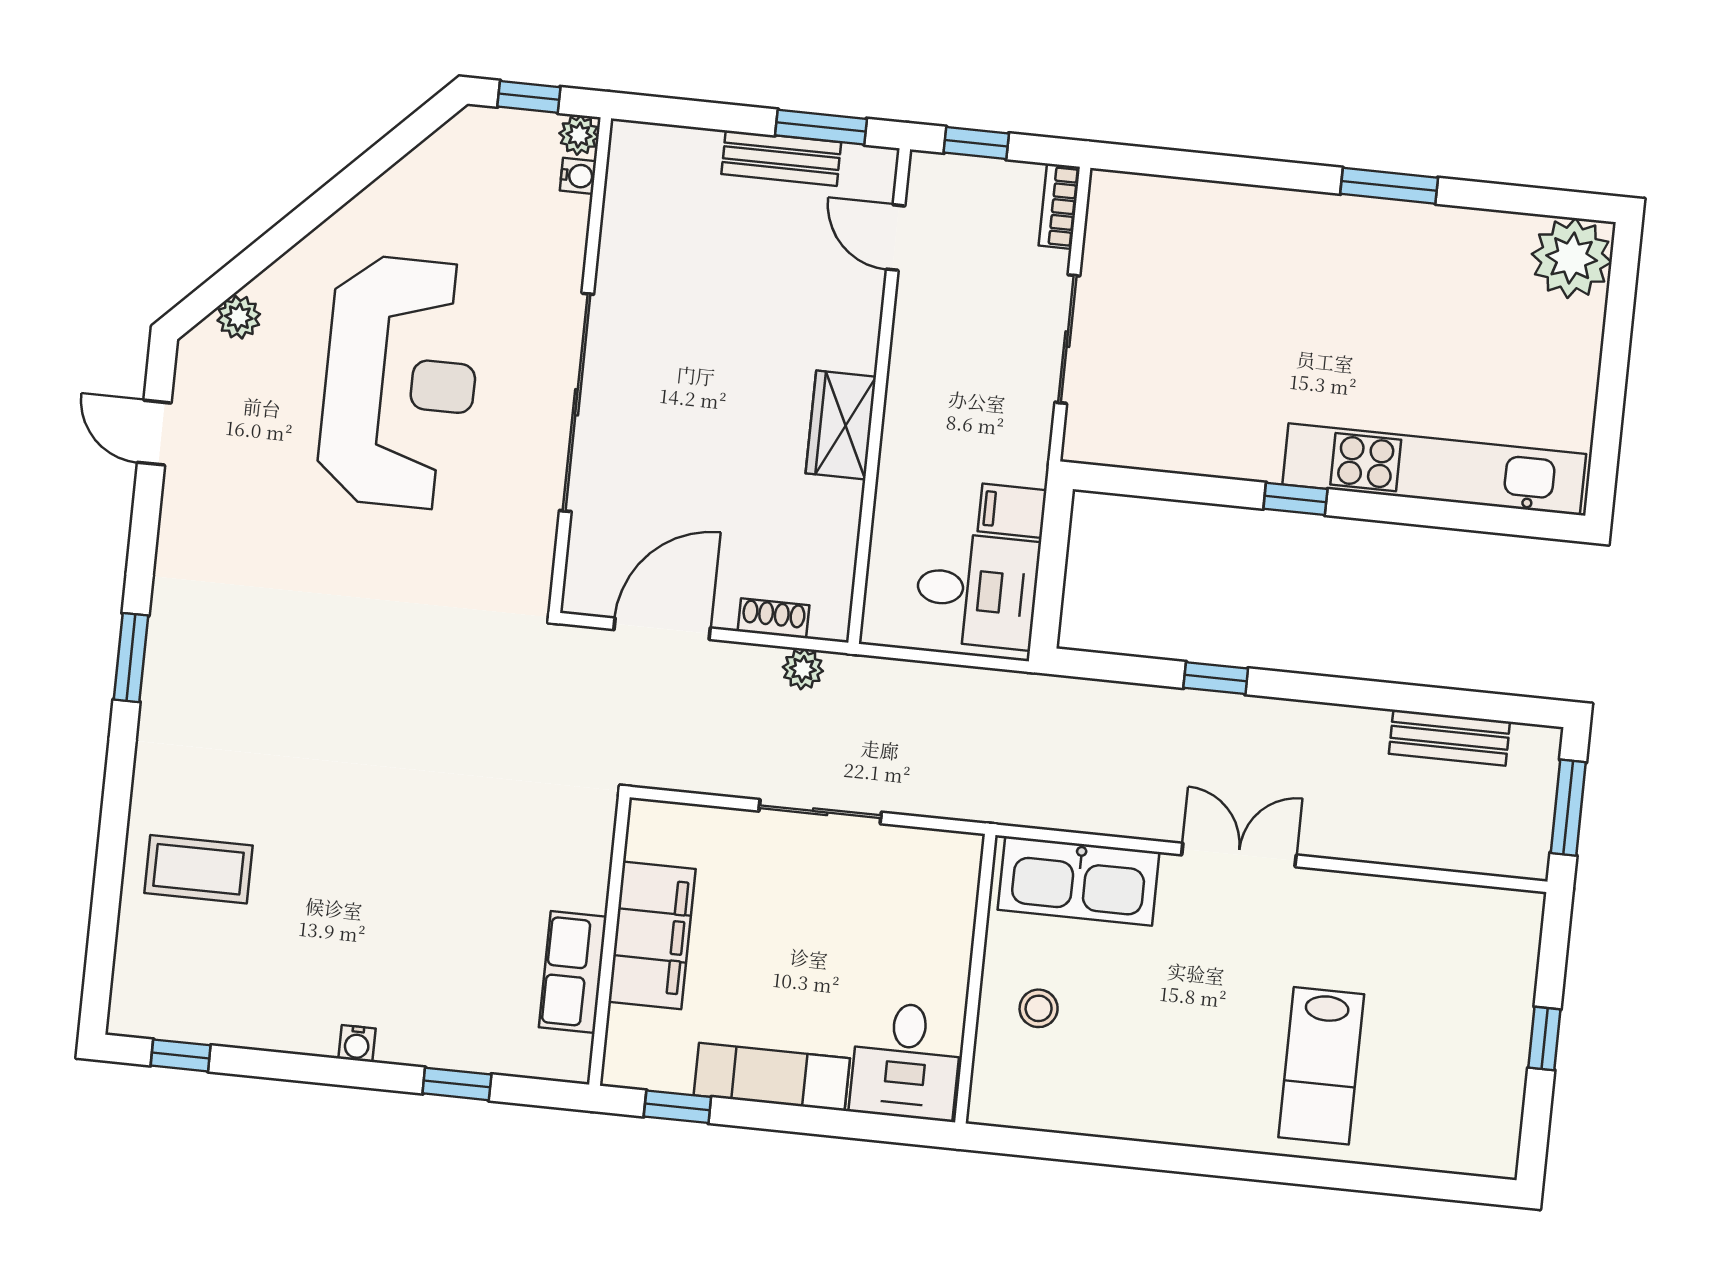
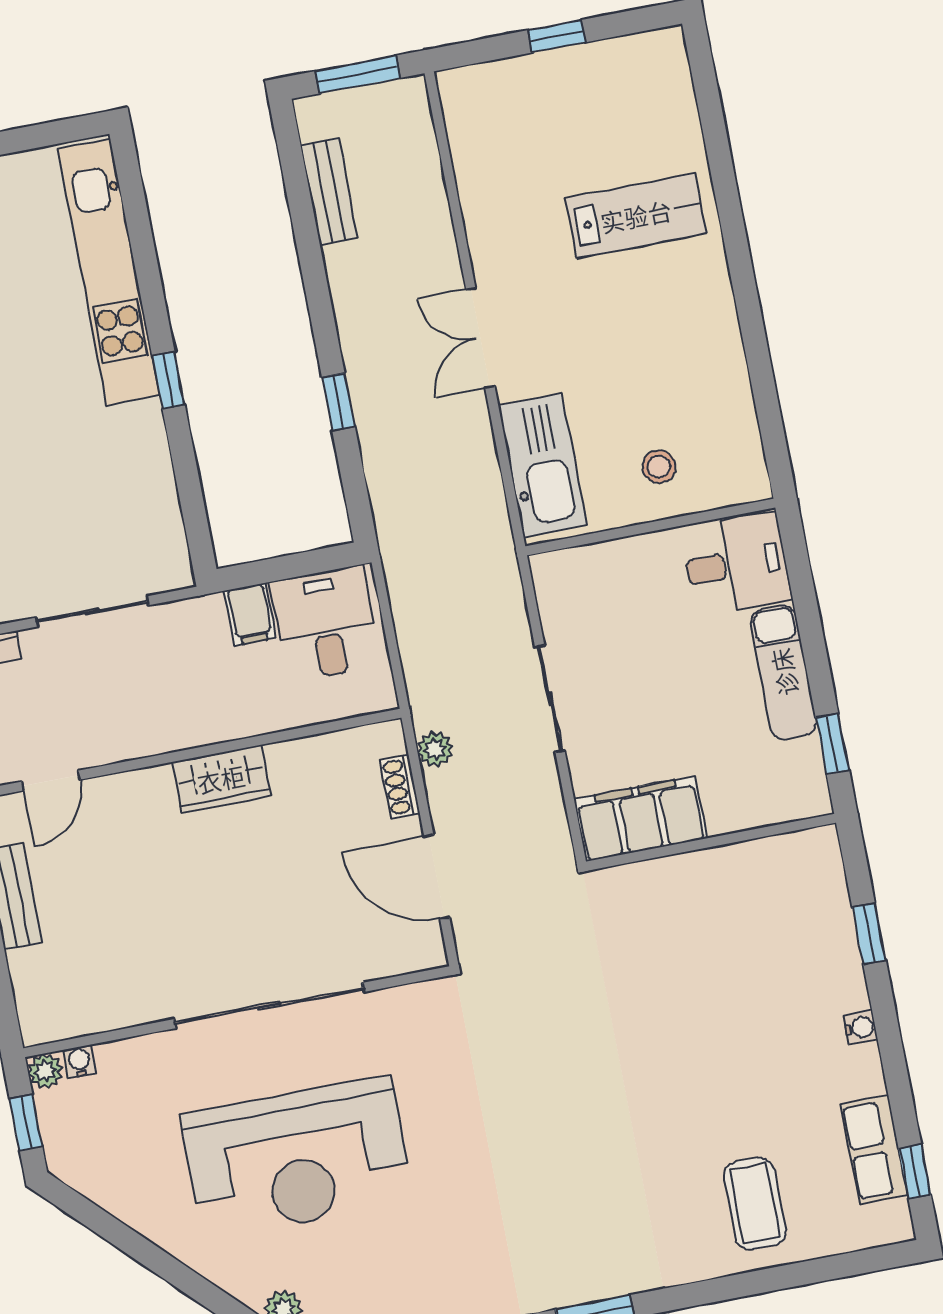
reception desk: (400, 382) -> (297, 1158), turned 180
filing cabinet: (652, 935) -> (640, 819), moved
row of seats: (573, 972) -> (874, 1150), moved, turned 90

